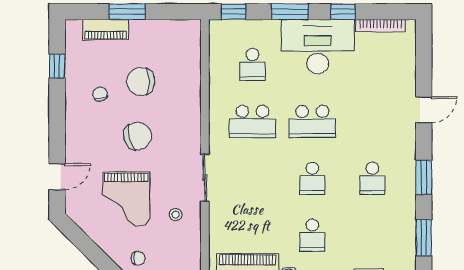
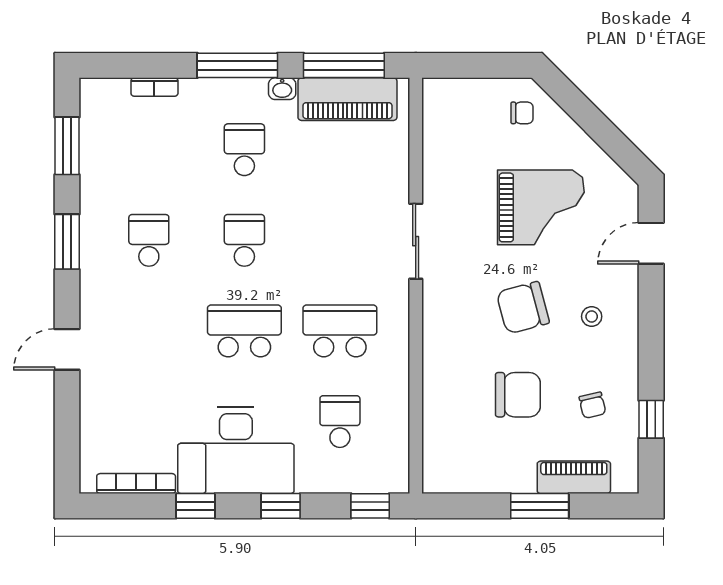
window: (290, 12) -> (281, 506), width x0.67
chair: (100, 94) -> (592, 405), moved
grand piano: (126, 199) -> (541, 207), turned 90
stool: (176, 215) -> (592, 316), moved
chair: (138, 258) -> (522, 113), turned 180

